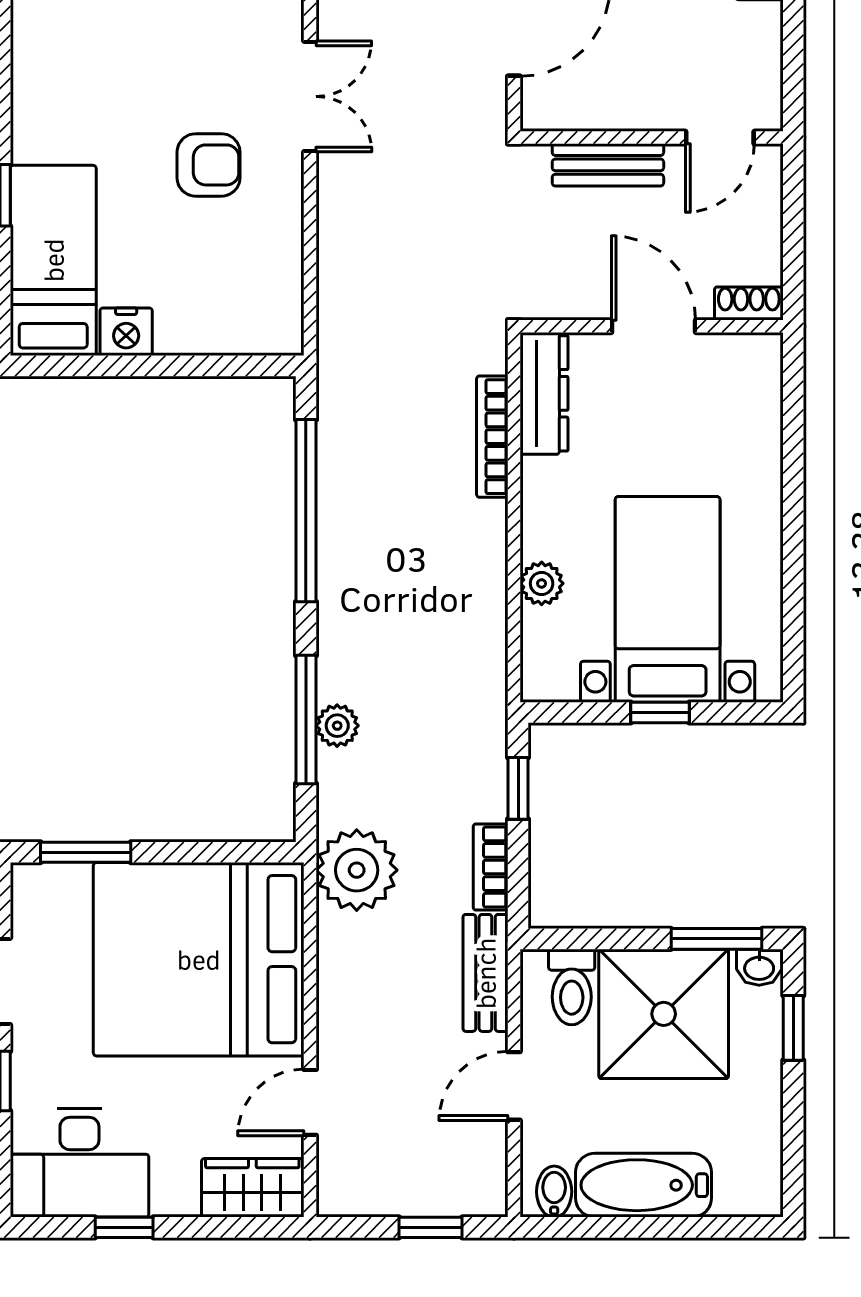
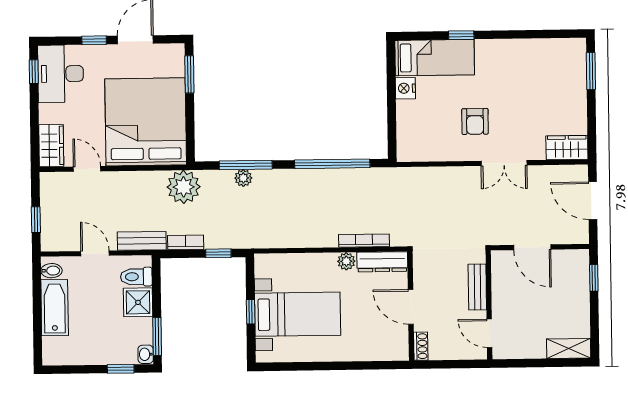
door: (654, 326) -> (411, 307), swing flipped
plant: (542, 583) -> (346, 261), moved
shower: (664, 1014) -> (138, 302), width x0.54, depth x0.54
window: (124, 1227) -> (34, 72), moved

